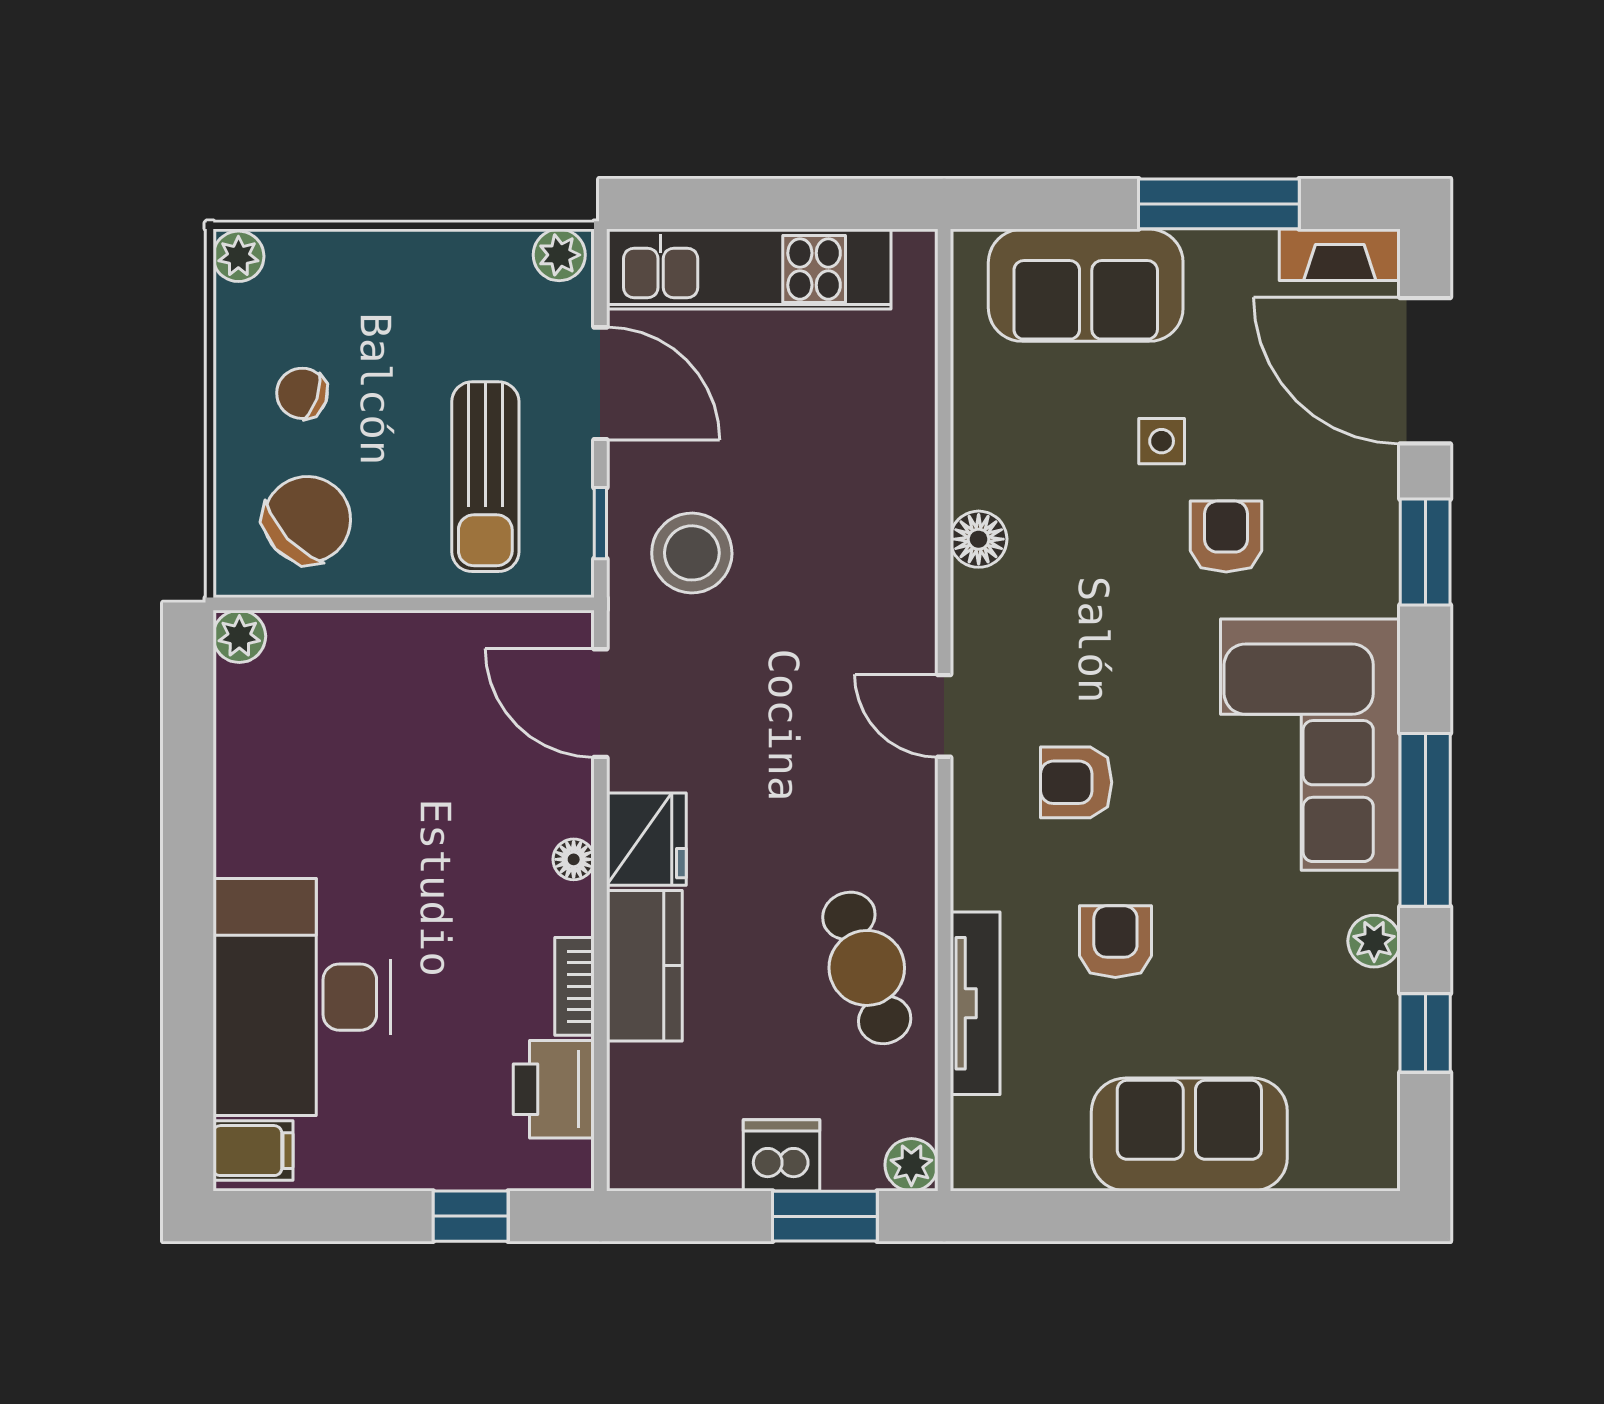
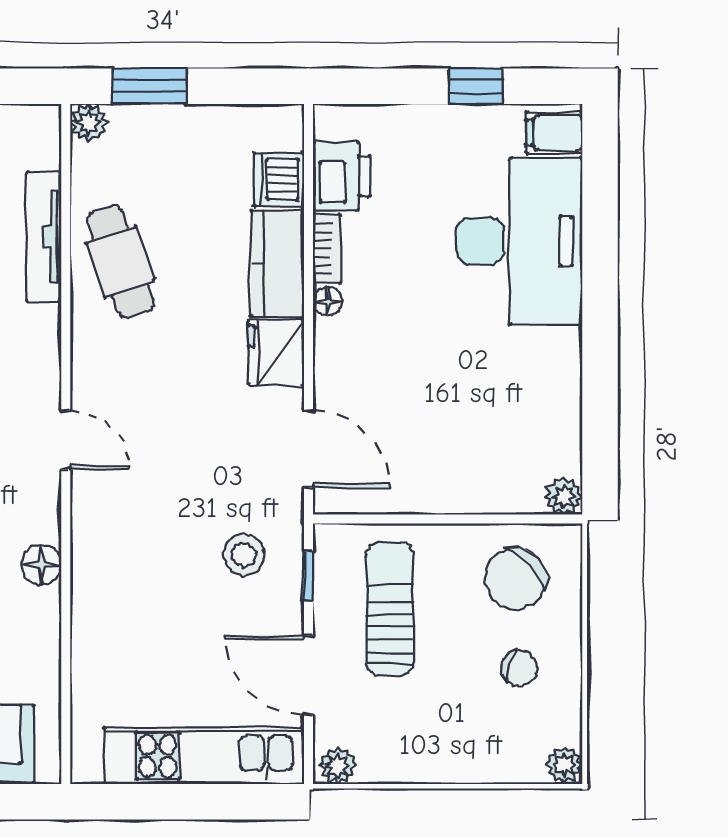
stool: (692, 553) -> (244, 555), width x0.73, depth x0.73
floor lamp: (574, 859) -> (327, 301), moved
dishwasher: (781, 1155) -> (279, 179), moved, turned 90
window: (471, 1216) -> (476, 86), moved

